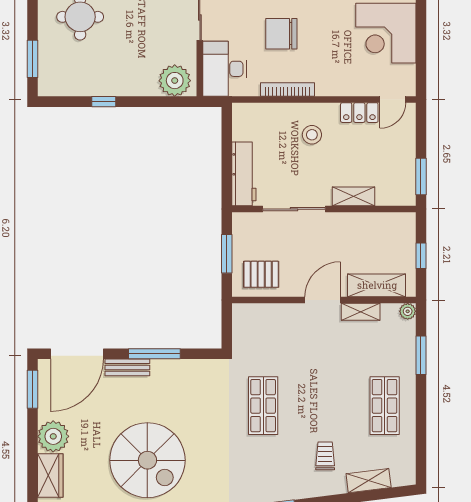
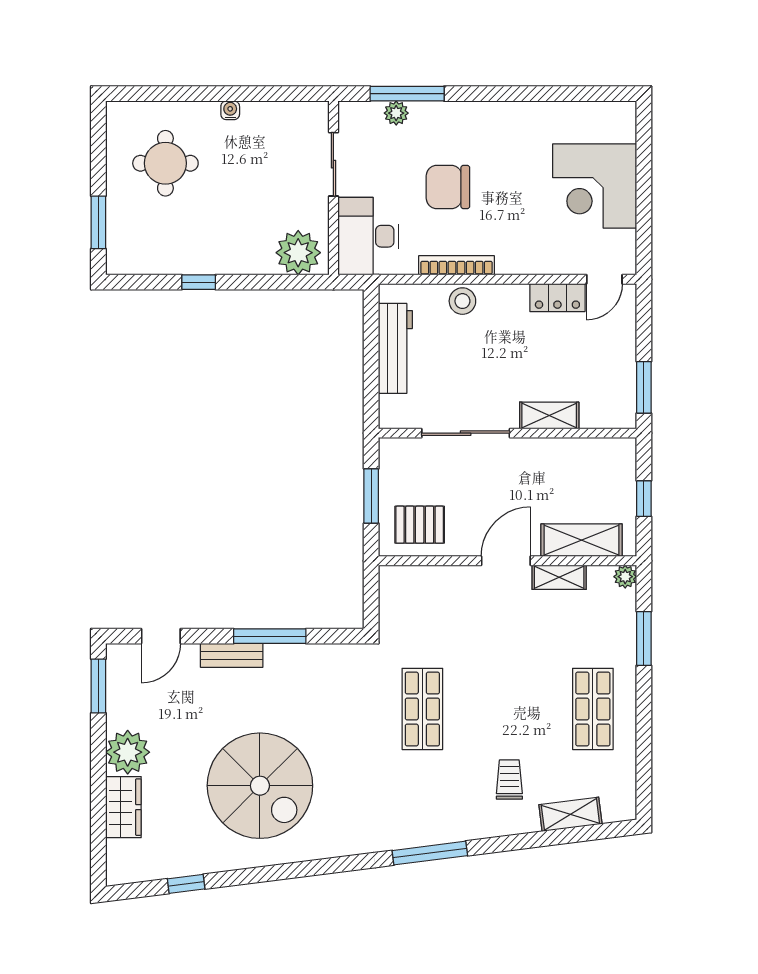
stool: (312, 135) -> (462, 301), moved
workbench: (244, 174) -> (395, 348), moved
door: (77, 354) -> (161, 636), width x0.53

